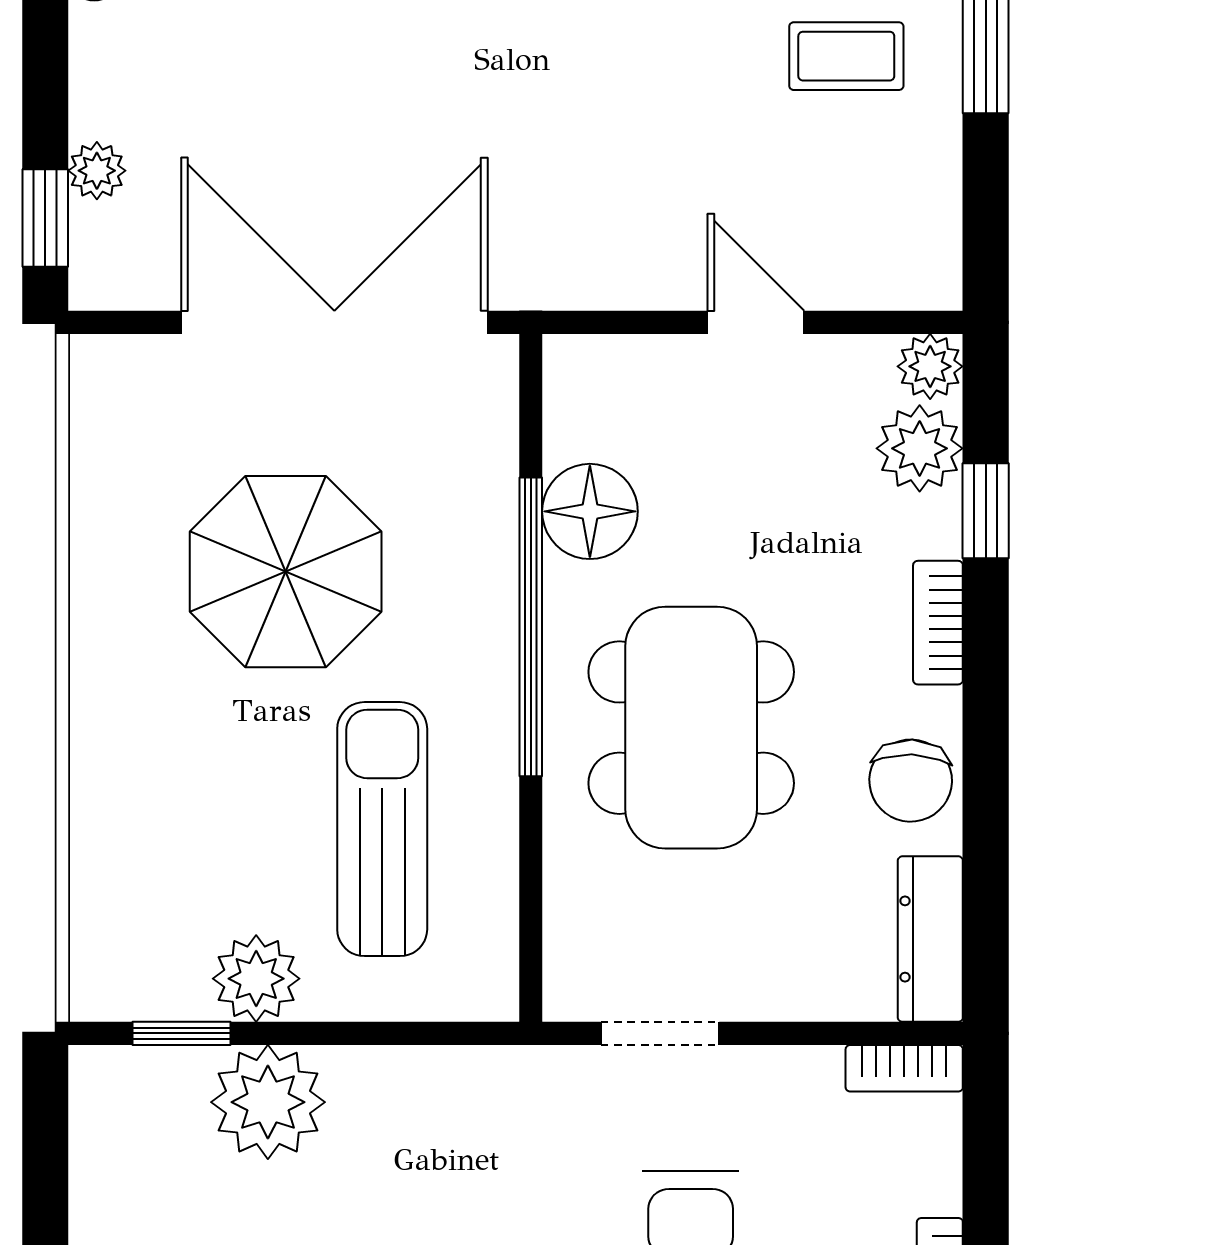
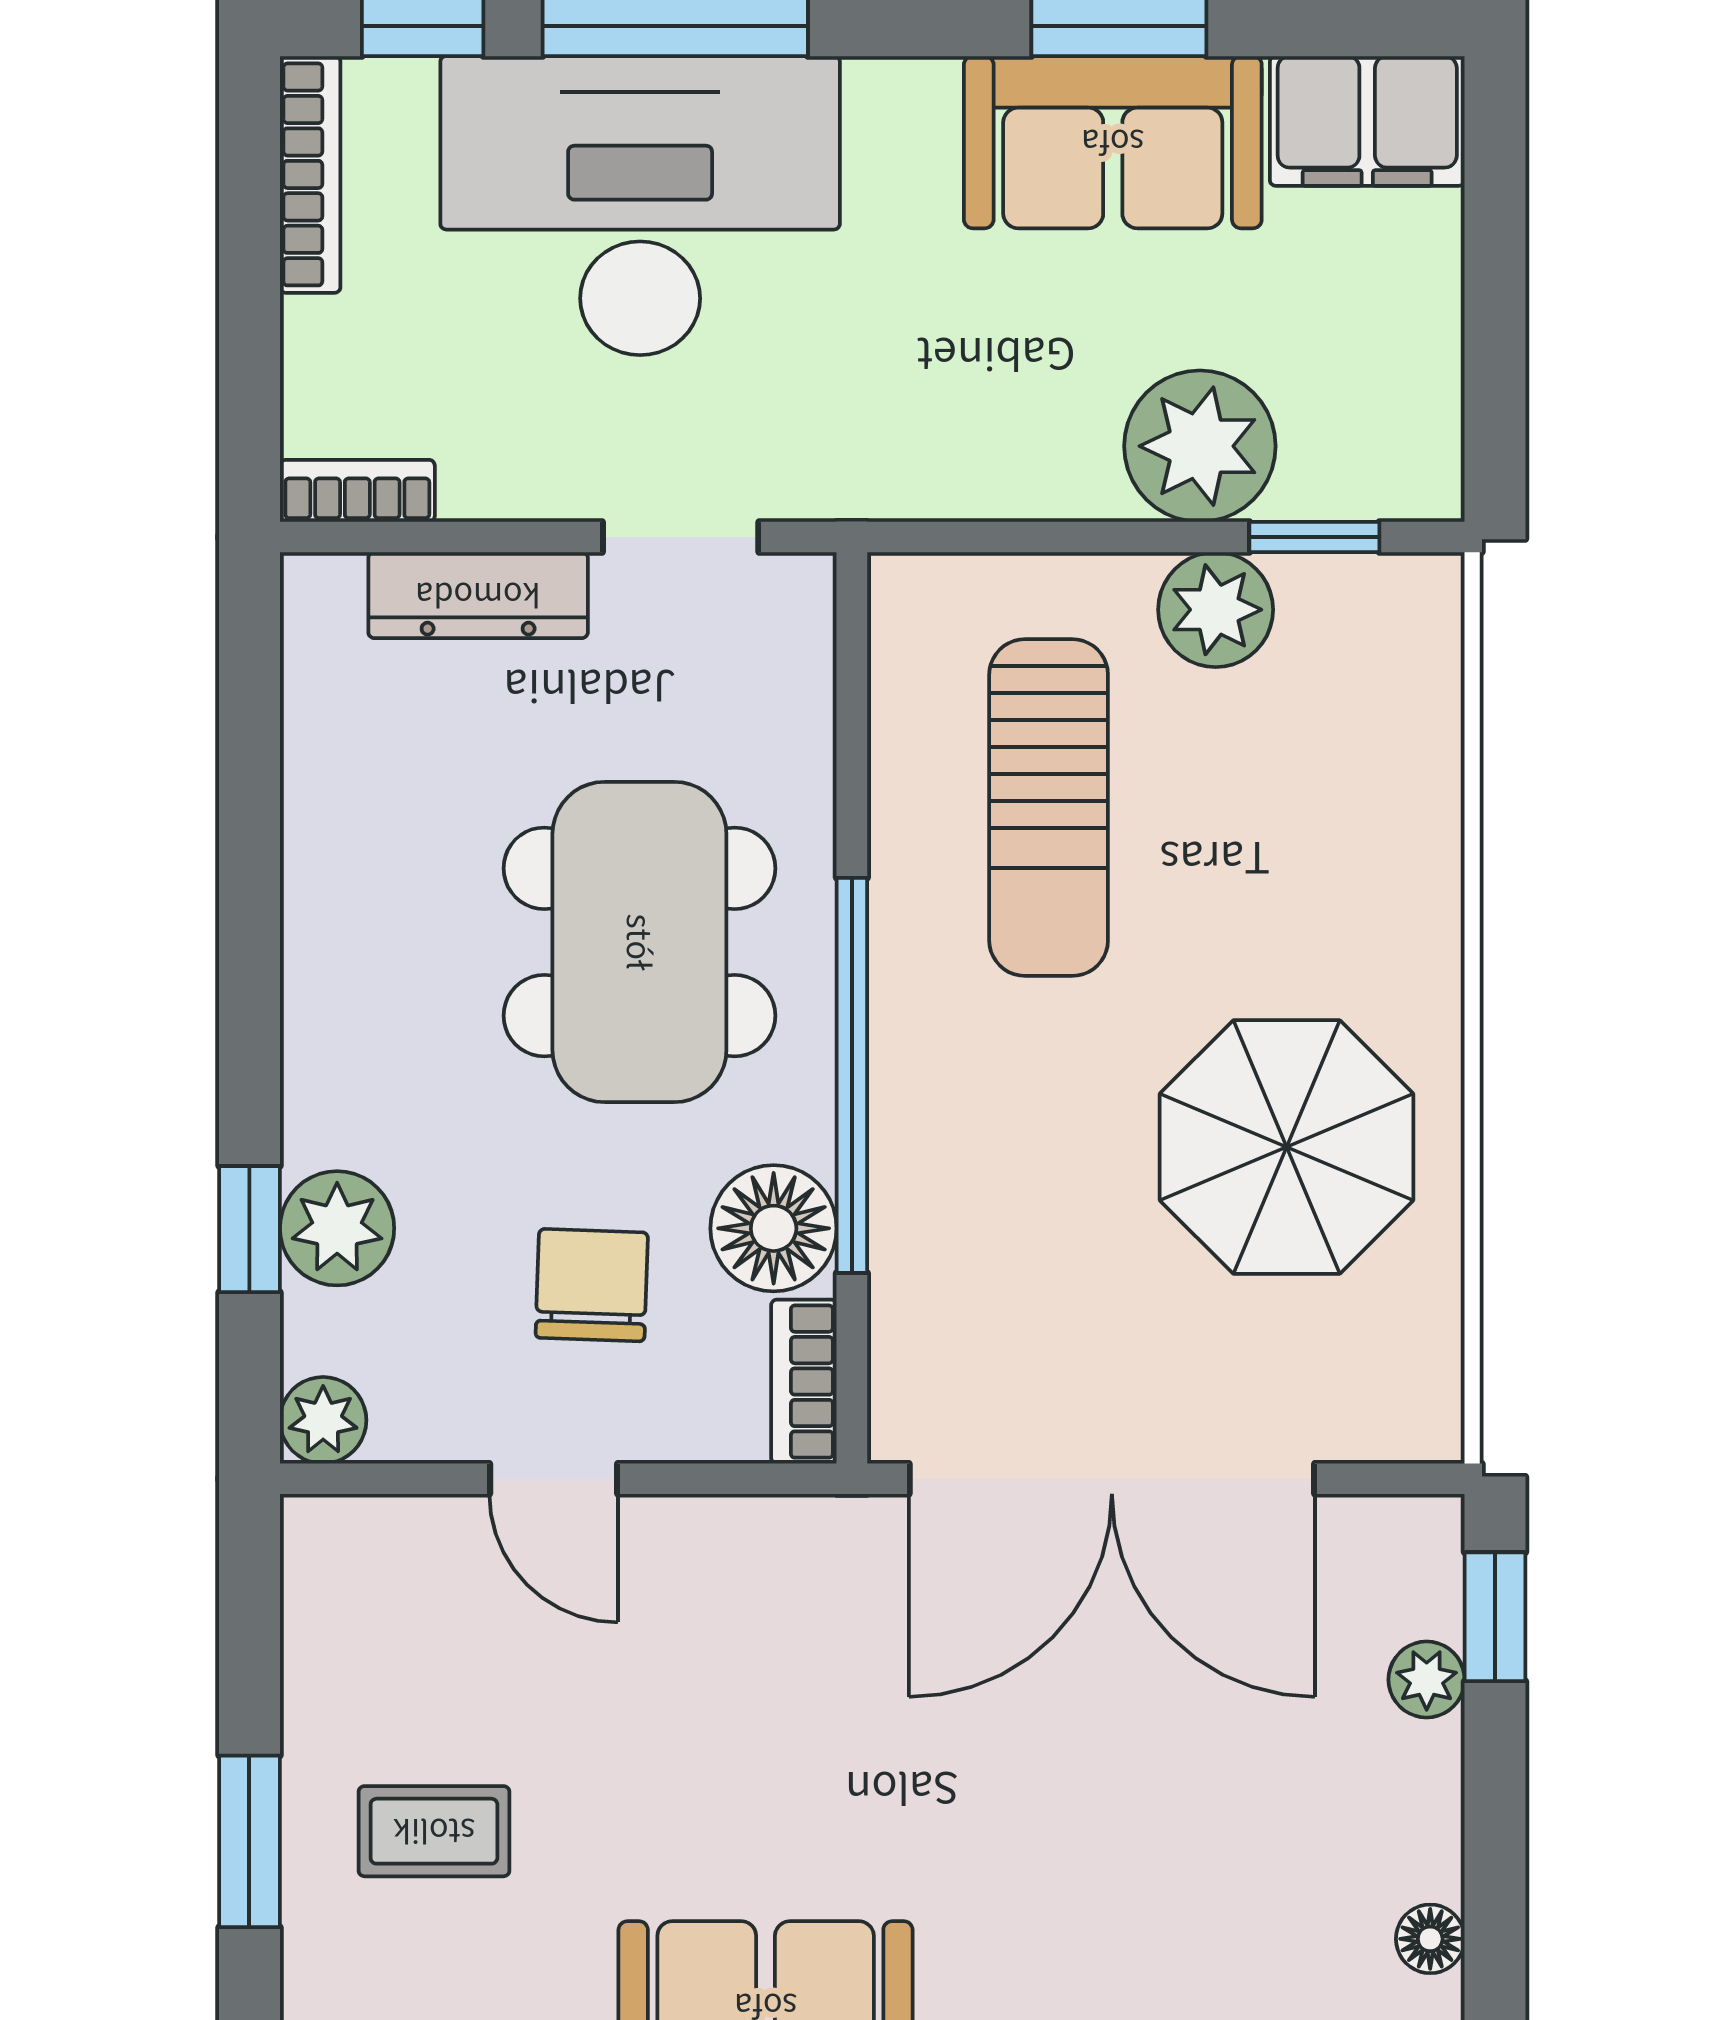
plant: (920, 448) -> (337, 1228), moved
parasol: (286, 572) -> (1287, 1147), moved
bookcase: (938, 623) -> (804, 1382), moved, turned 180
chair: (911, 781) -> (592, 1285), moved
dresser: (930, 939) -> (478, 595), moved, turned 90

